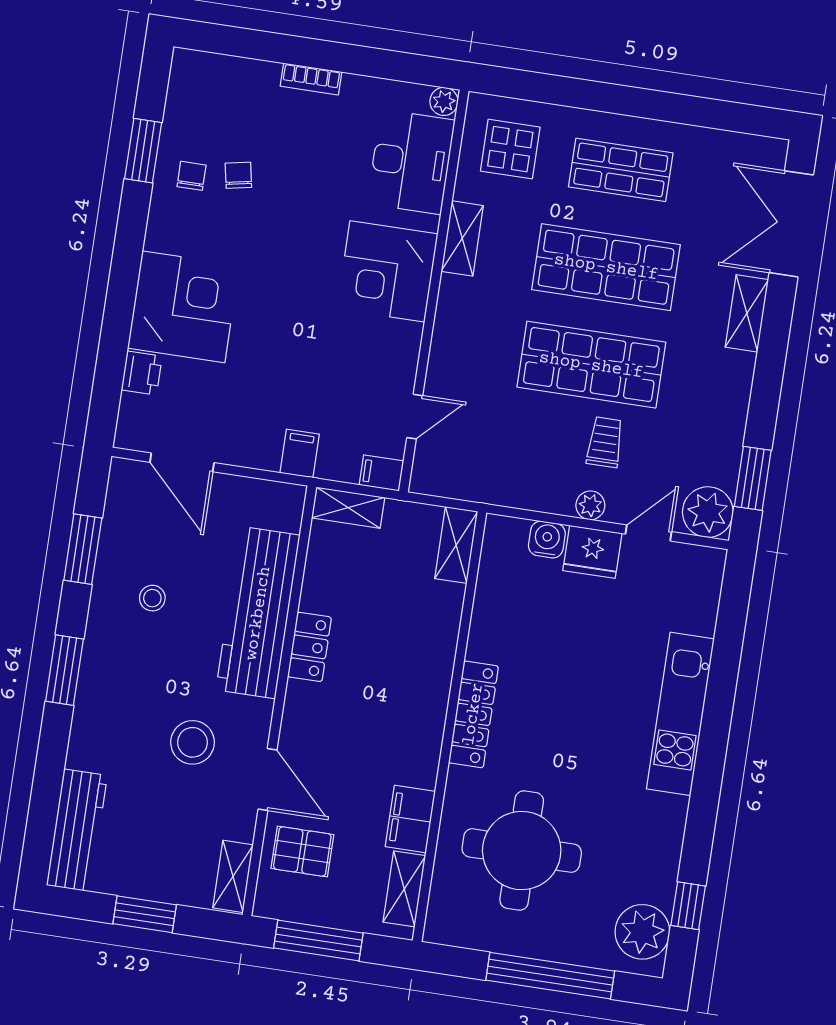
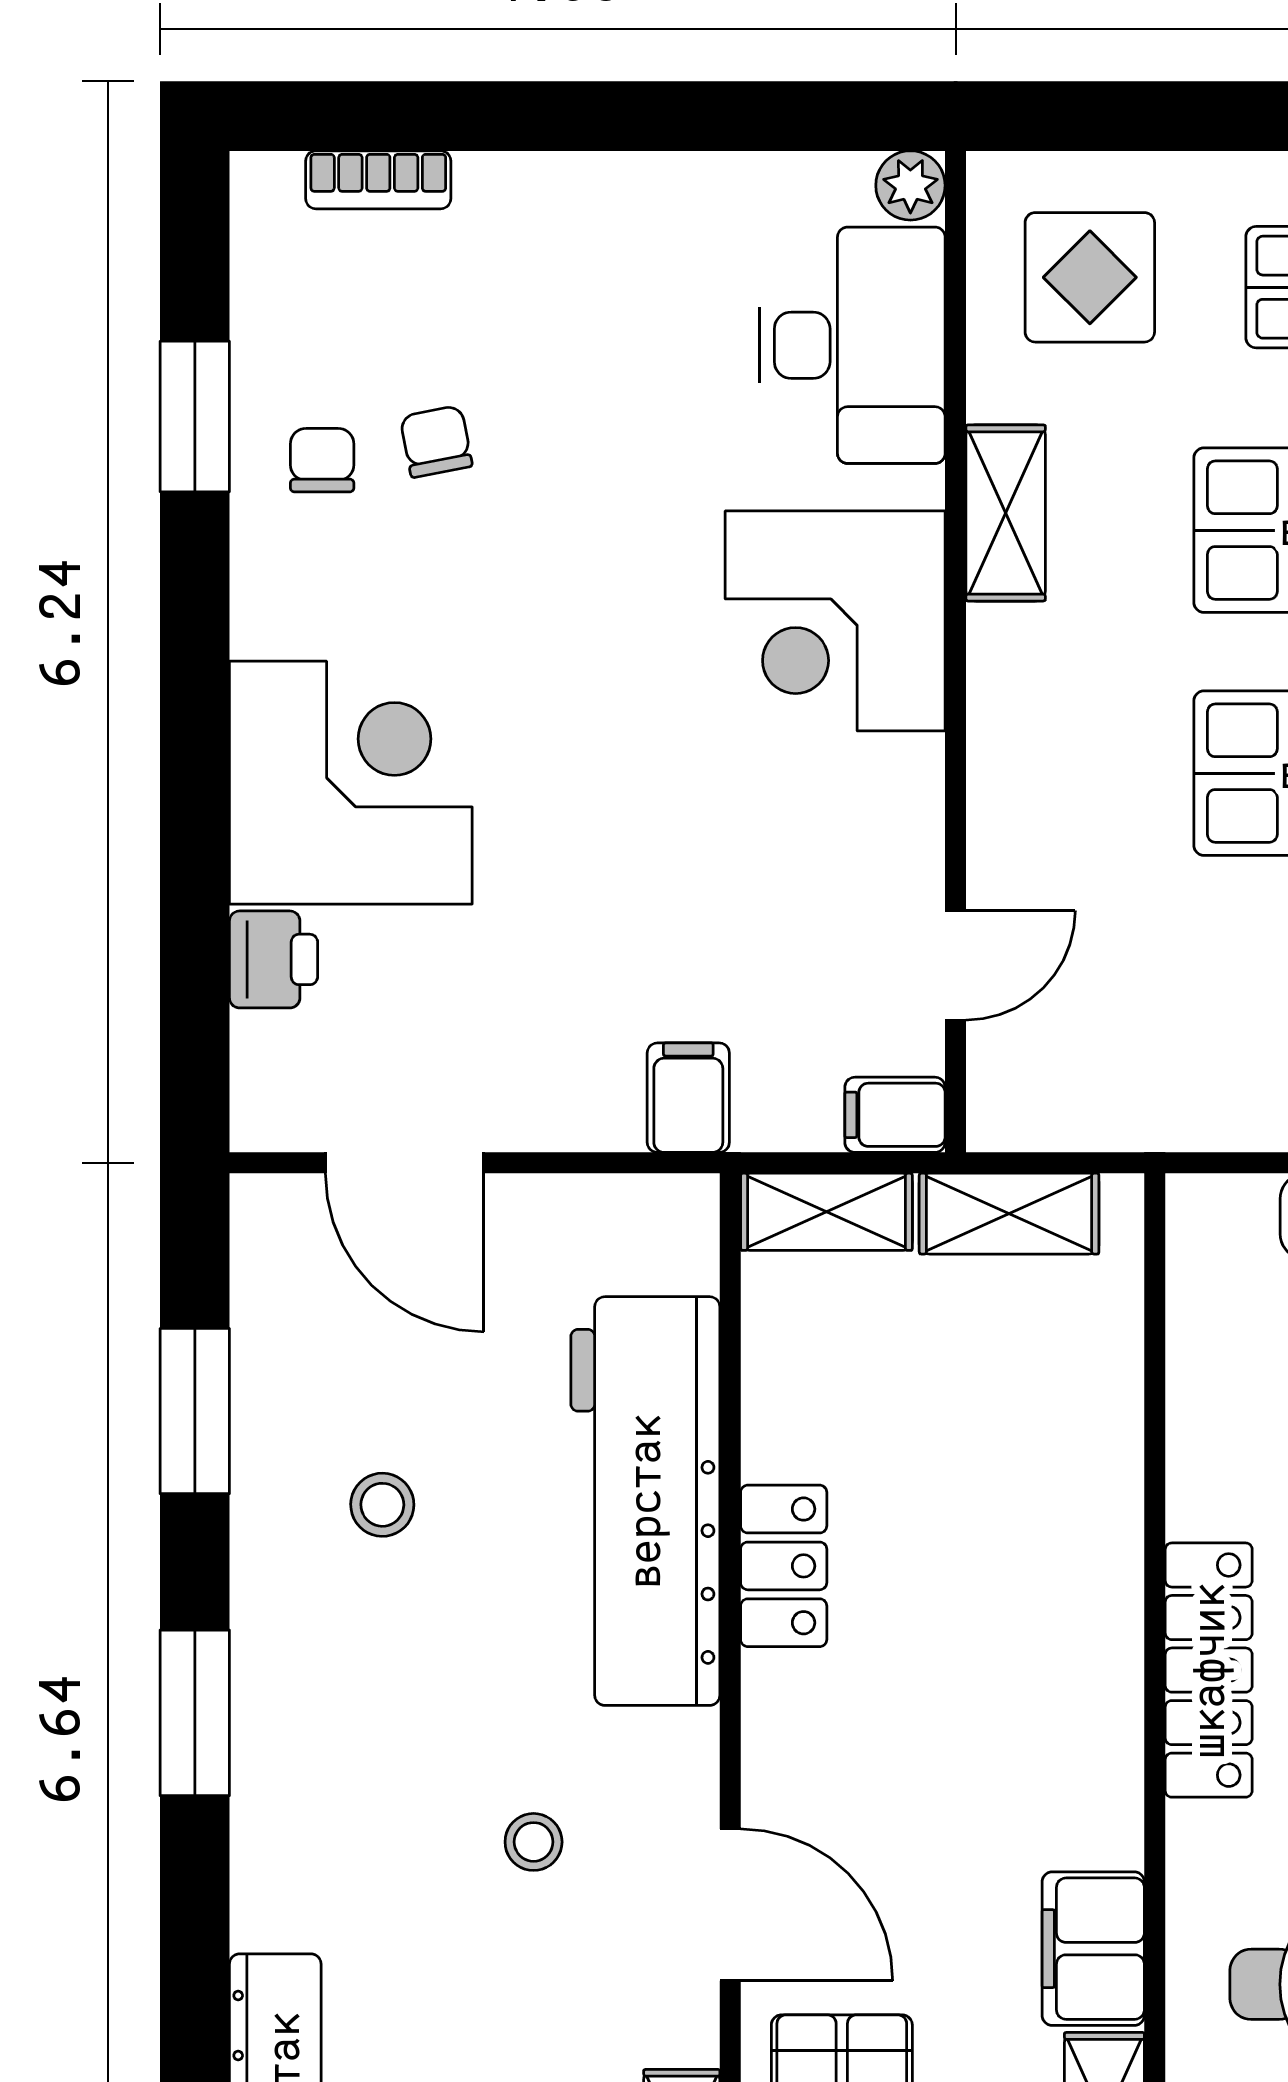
bookcase: (311, 79) -> (378, 180), moved
shelving: (456, 545) -> (1009, 1214), moved, turned 90
stool: (193, 742) -> (534, 1842), width x0.53, depth x0.53

